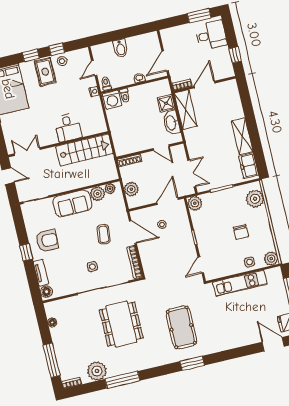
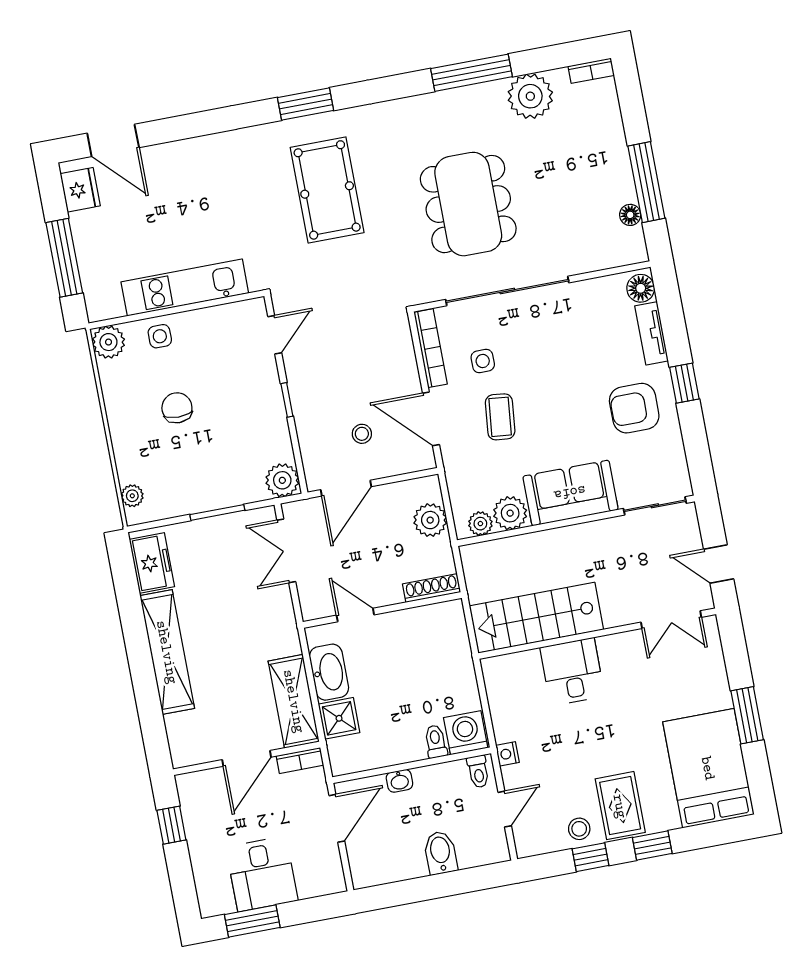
desk: (211, 35) -> (262, 874), moved, turned -90
shelving: (242, 136) -> (167, 652), width x1.47
plant: (255, 199) -> (132, 496), width x0.53, depth x0.53
side table: (92, 267) -> (483, 361), moved
window: (52, 360) -> (646, 182), moved

